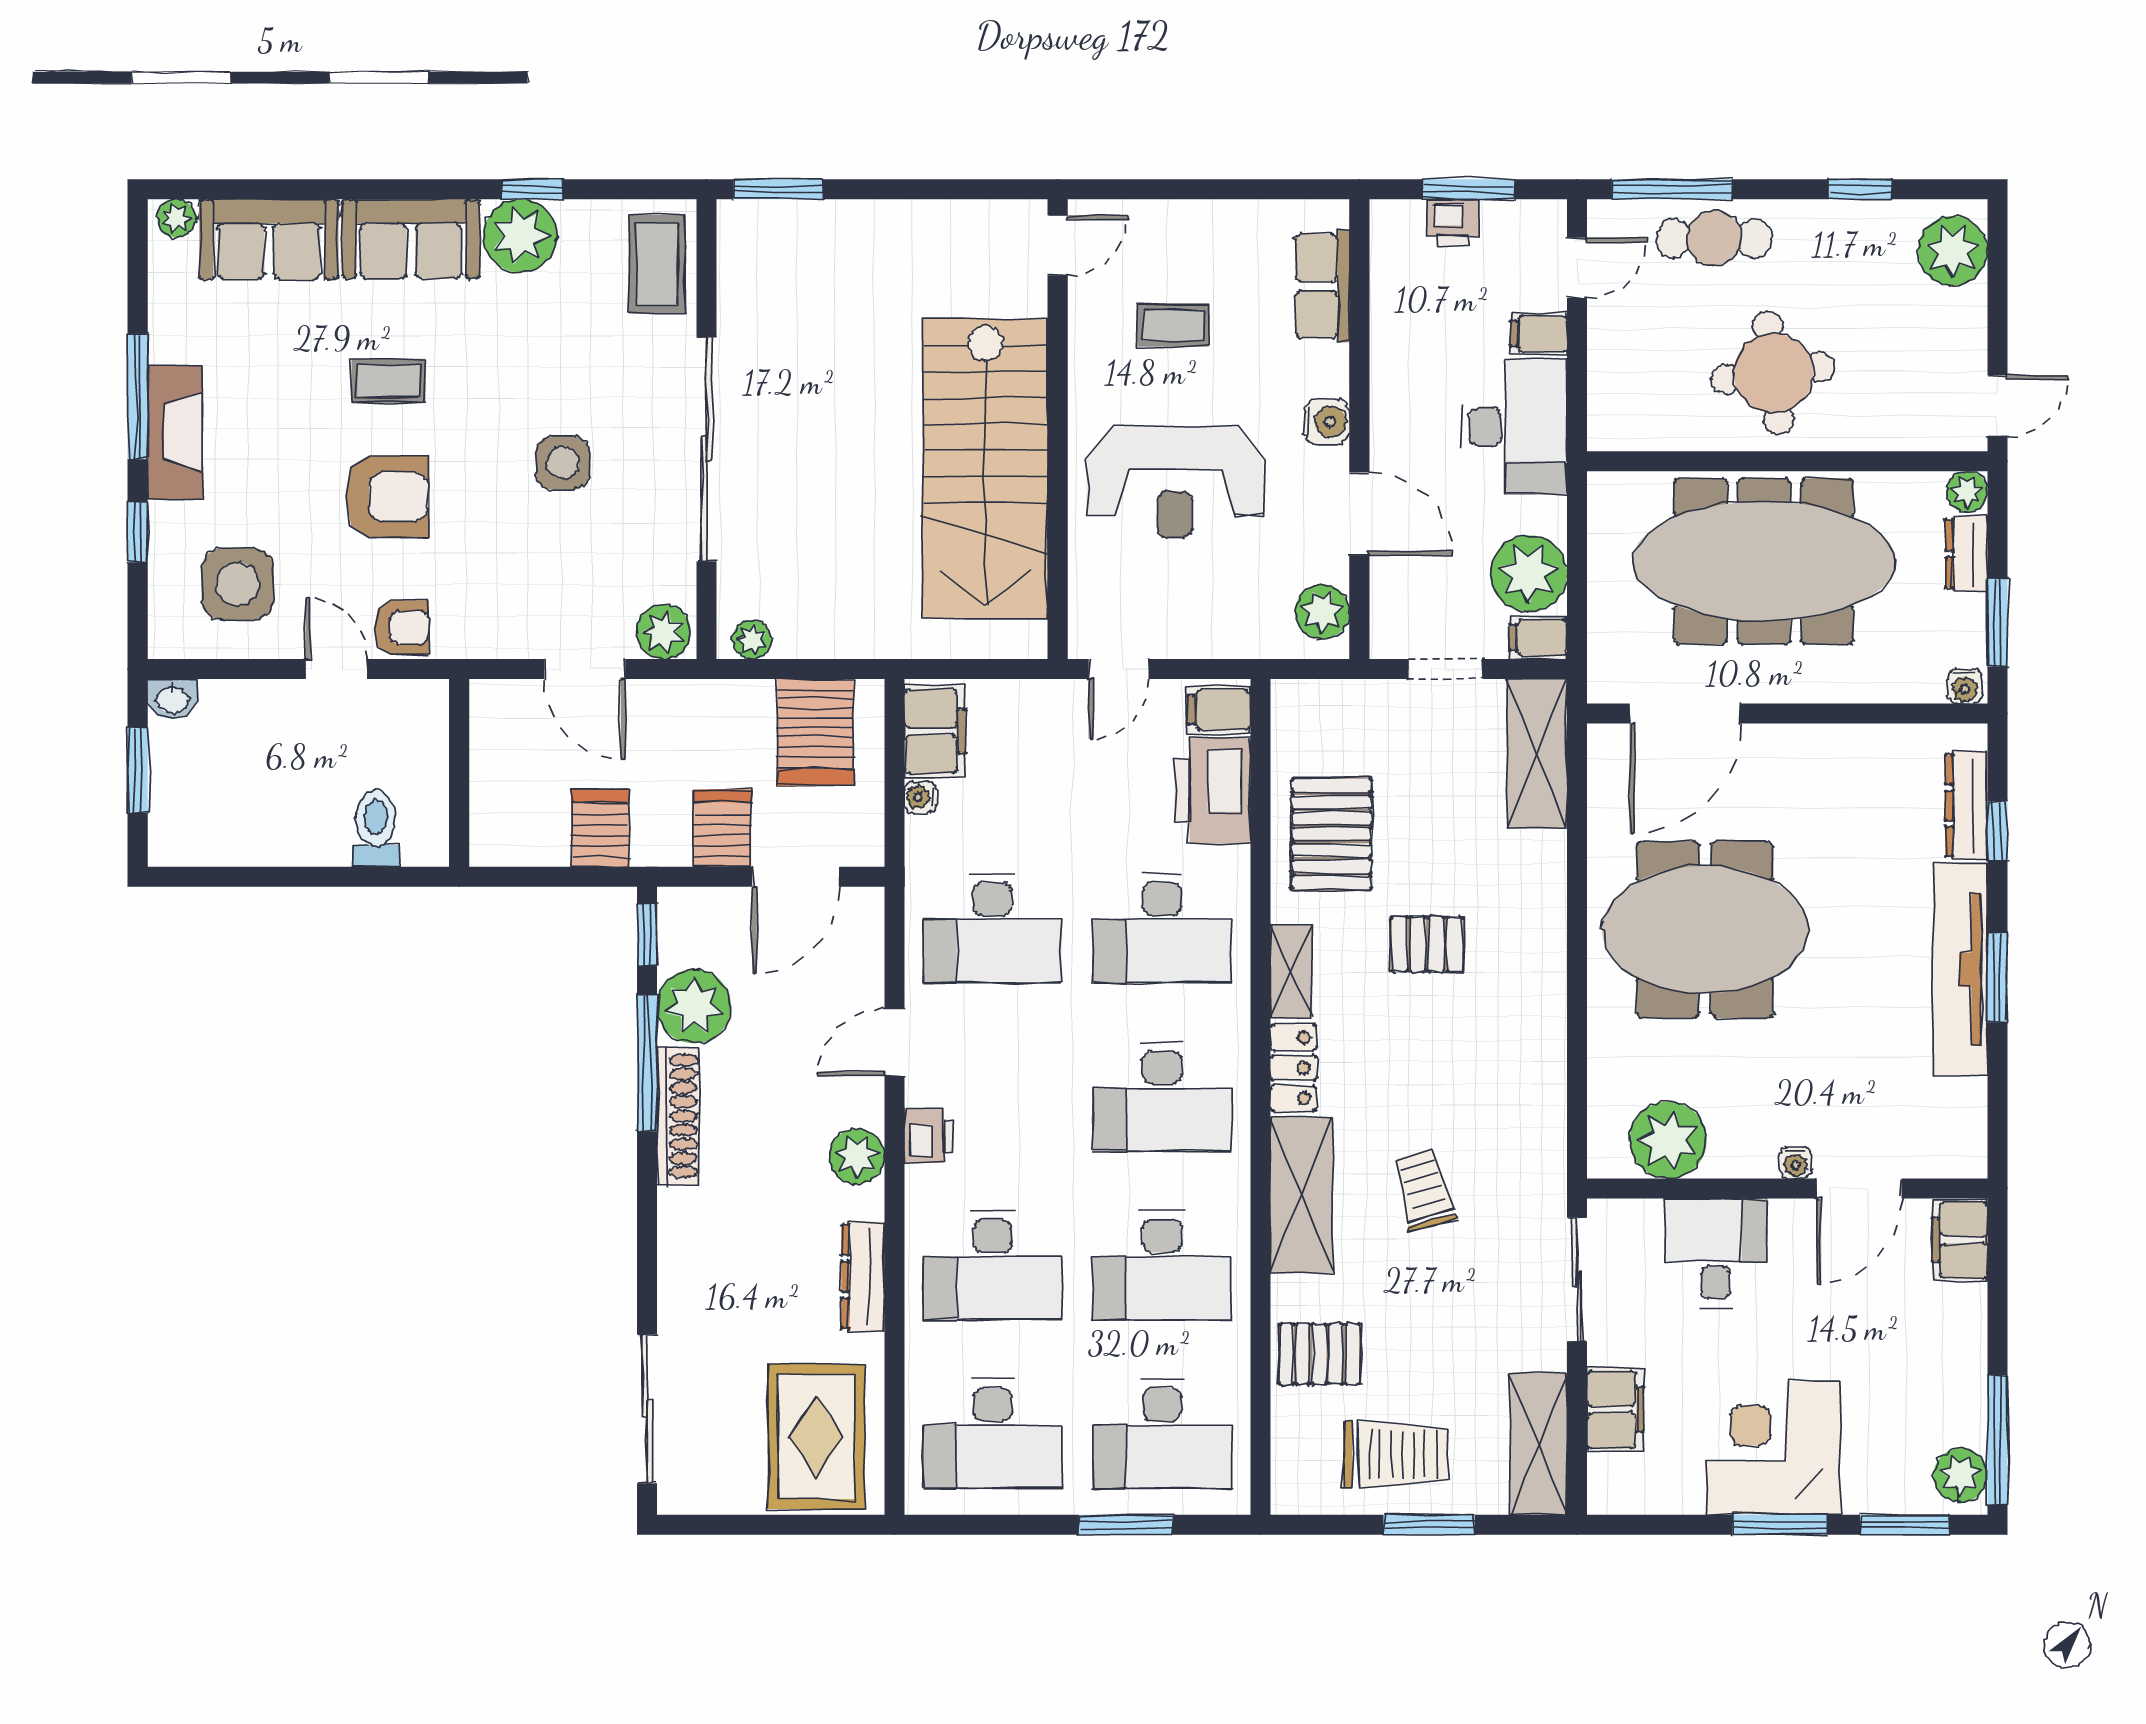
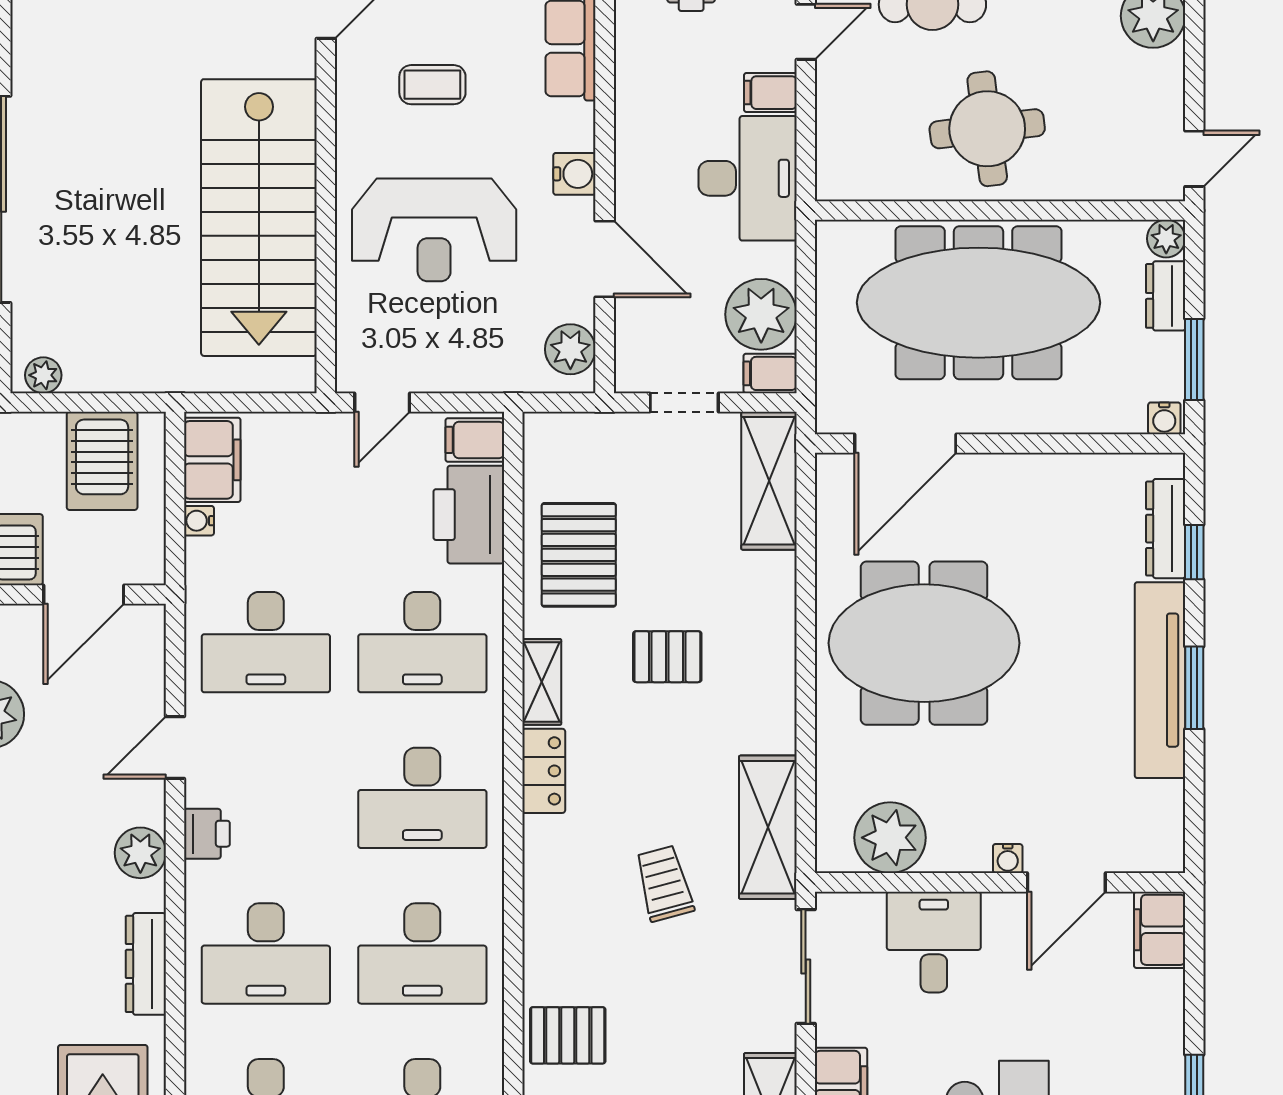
shelving: (1301, 1195) -> (768, 827), moved

